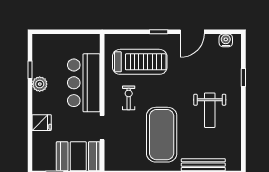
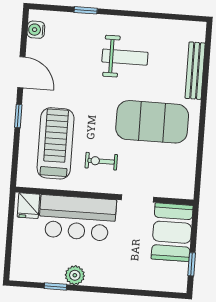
fridge: (42, 123) -> (29, 206), moved, turned 180

